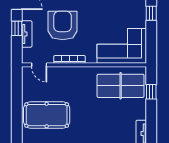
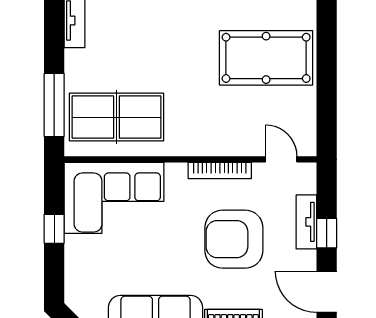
window: (151, 13) -> (54, 229), moved
armchair: (63, 25) -> (234, 239), turned 90
window: (151, 92) -> (54, 105), width x2.17

